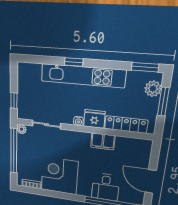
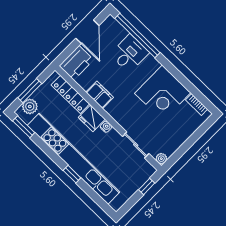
kitchen unit: (83, 76) -> (73, 159), width x1.36
window: (14, 151) -> (186, 146), removed
printer: (141, 152) -> (76, 63), added

